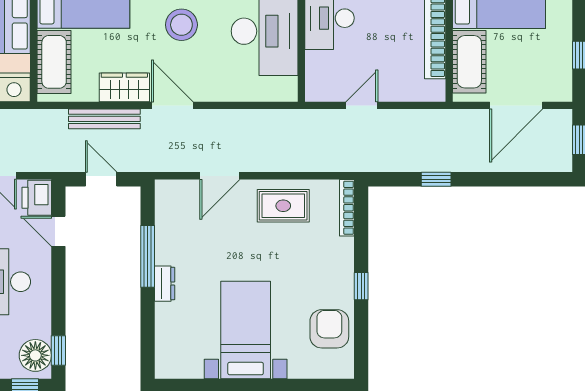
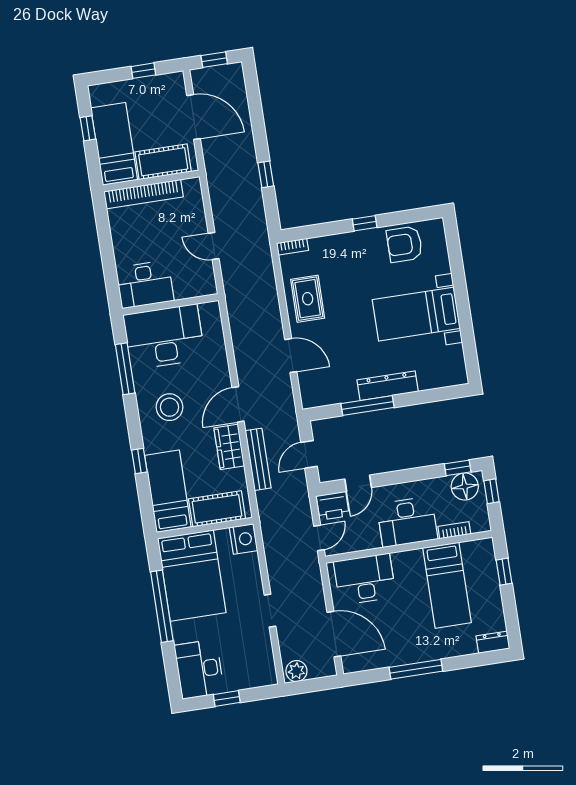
bookcase: (347, 208) -> (292, 247), width x0.64
dresser: (165, 284) -> (388, 386), width x1.96, depth x1.24

